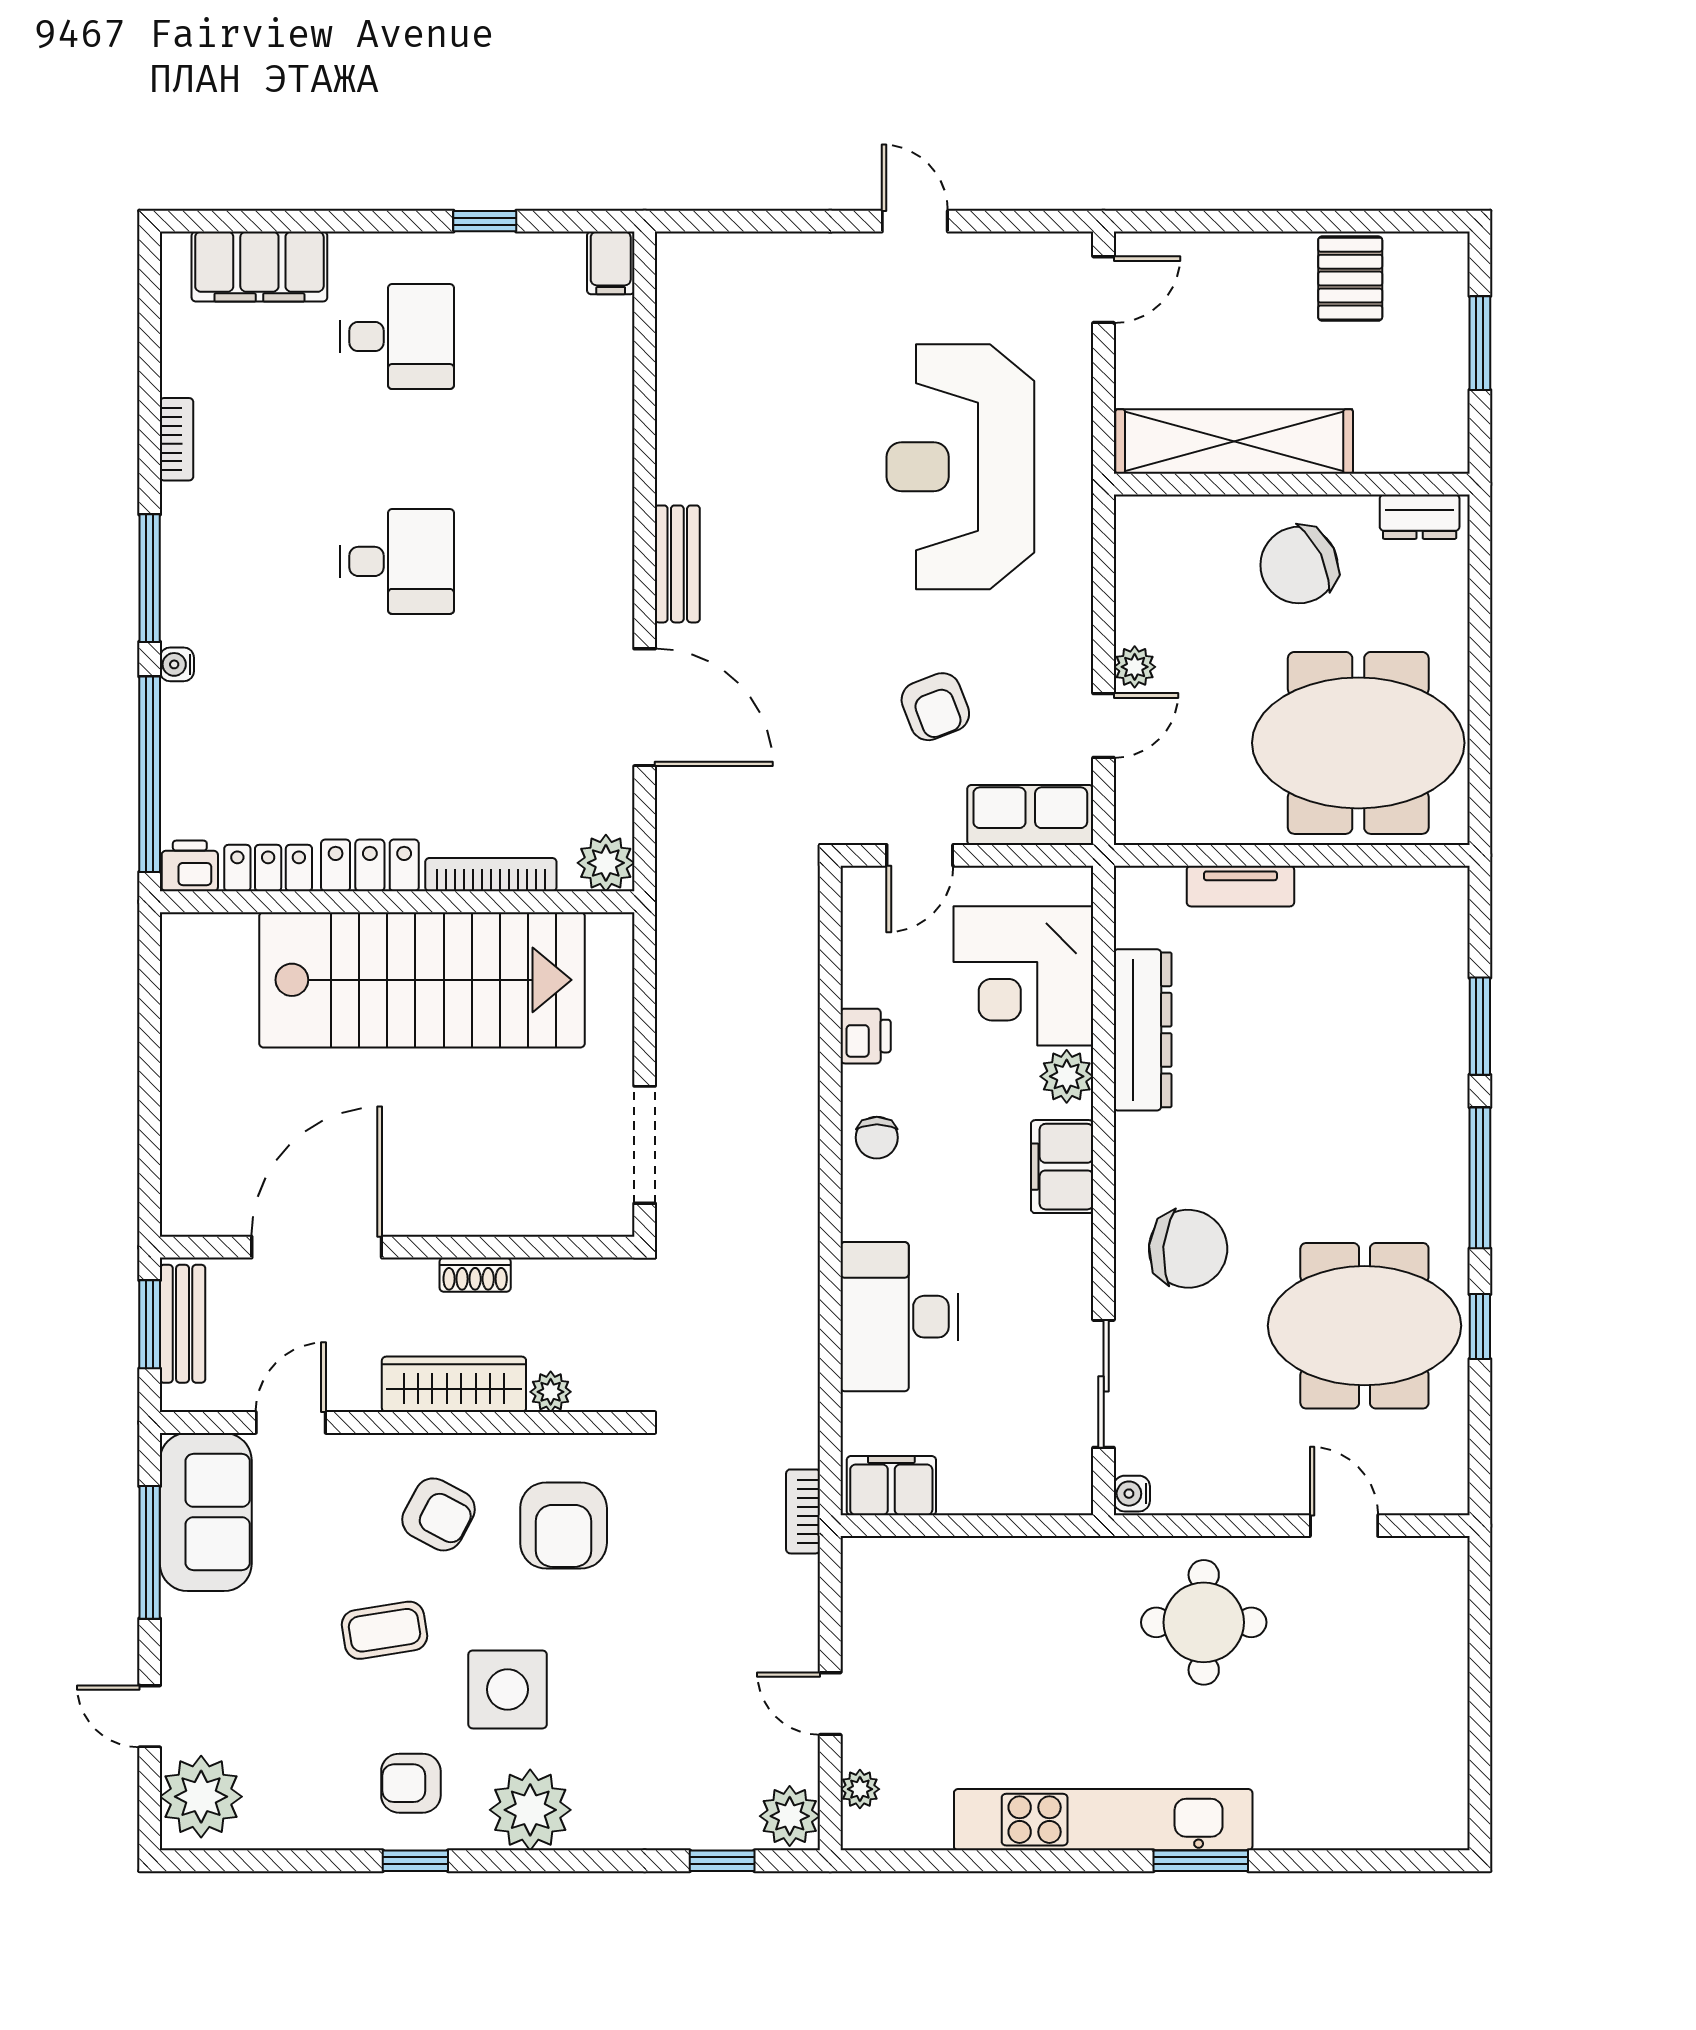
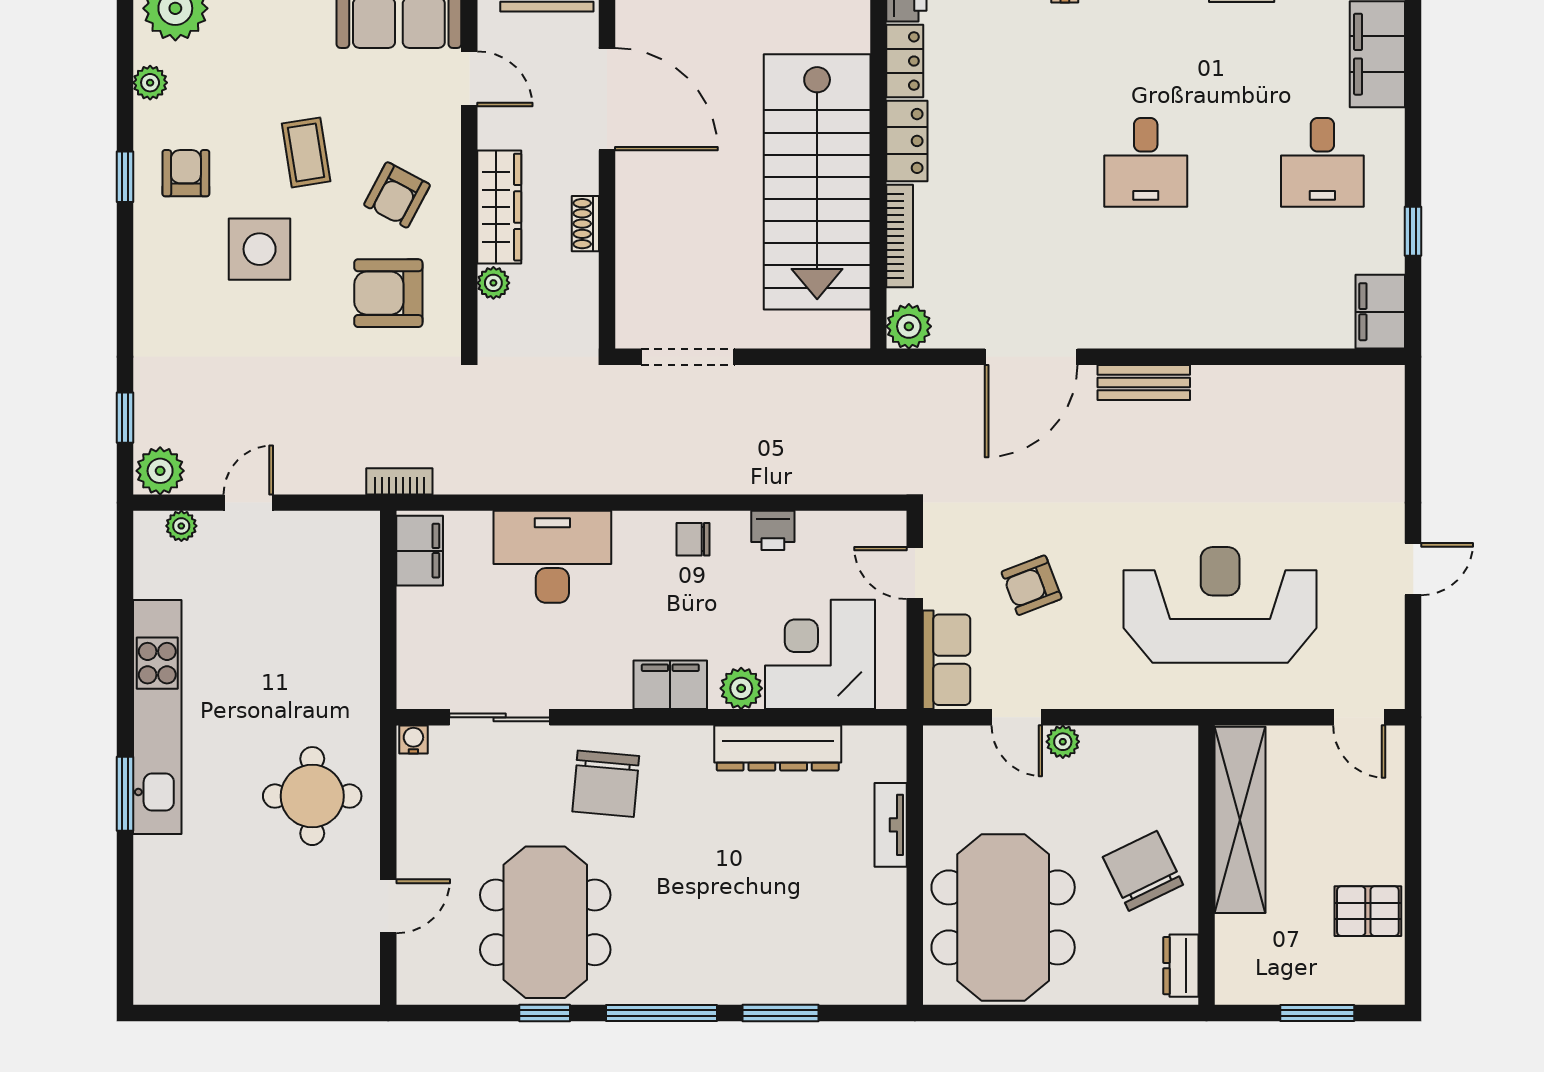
filing cabinet: (611, 263) -> (1380, 312), width x2.00
plant: (530, 1810) -> (150, 83), moved, width x0.53, depth x0.53

